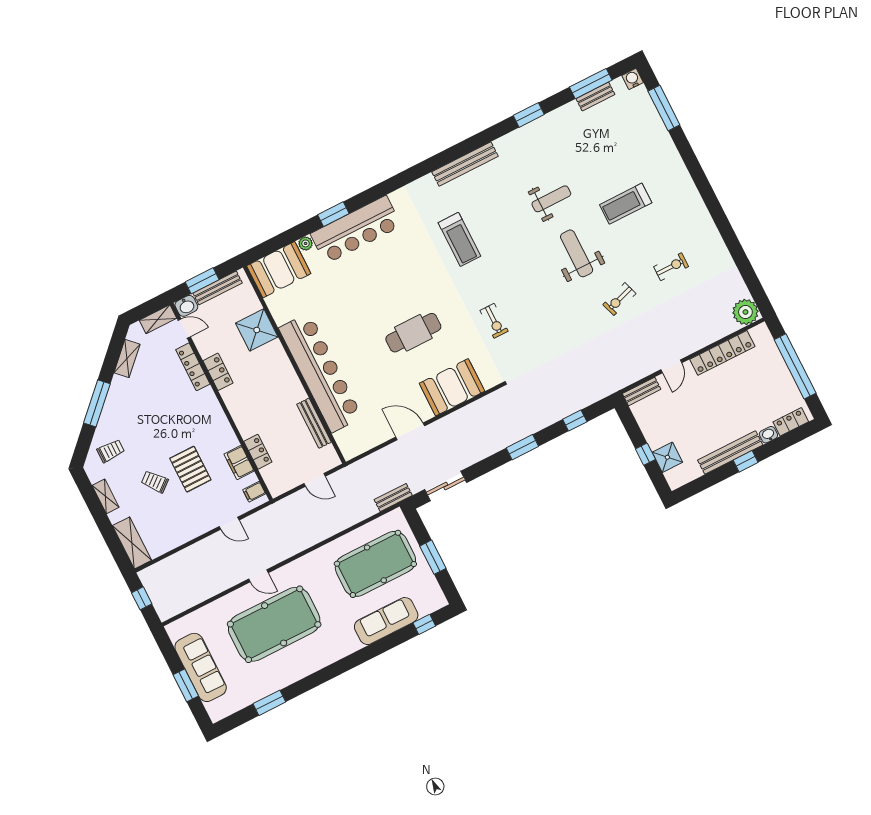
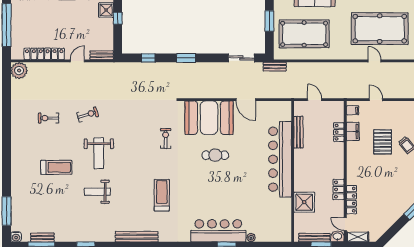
booth: (279, 270) -> (274, 230), removed
cafe table: (413, 333) -> (215, 155), width x0.73, depth x0.74
shelving: (127, 359) -> (387, 224), removed
booth: (452, 387) -> (209, 118), width x1.36, depth x1.42

